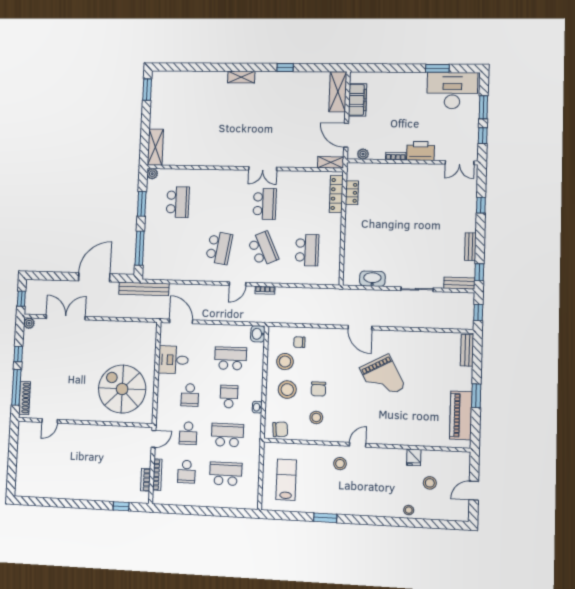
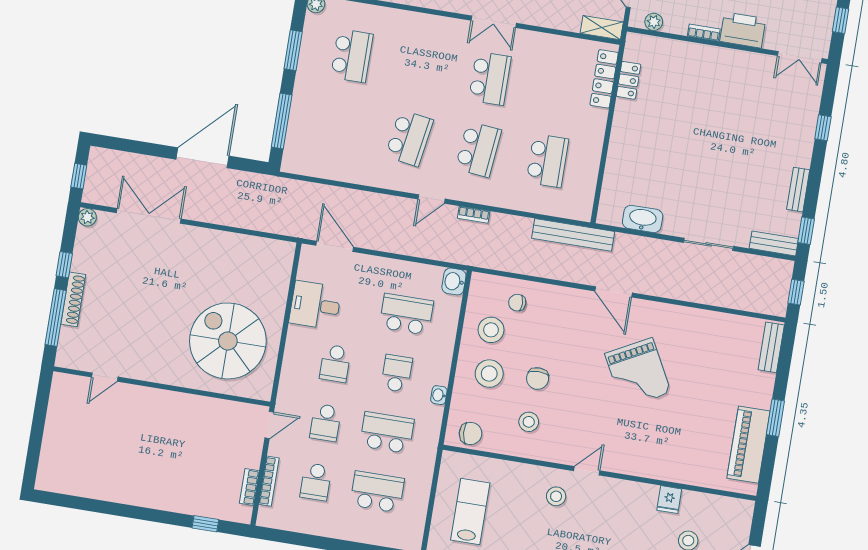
school desk: (263, 249) -> (478, 149), turned 30
bench: (144, 289) -> (573, 235), moved
shoe rack: (25, 398) -> (73, 299), moved

